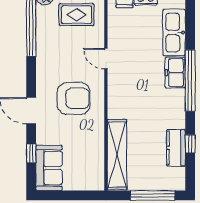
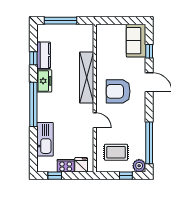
freezer: (175, 73) -> (44, 81), moved
shelving: (117, 155) -> (87, 77), moved

